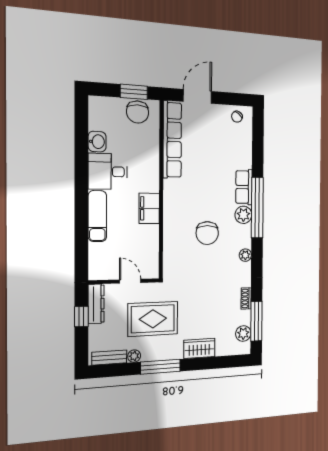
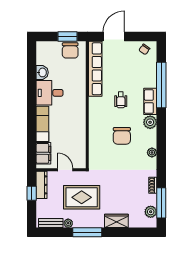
wheelchair: (206, 184) -> (121, 100), added
filing cabinet: (149, 208) -> (43, 153), moved, turned 180
window: (257, 208) -> (161, 85), moved

